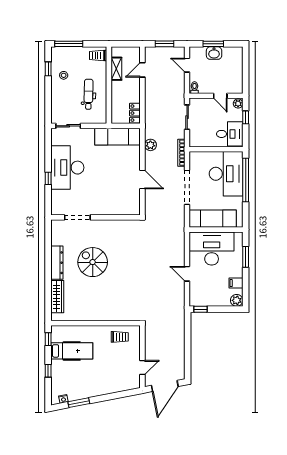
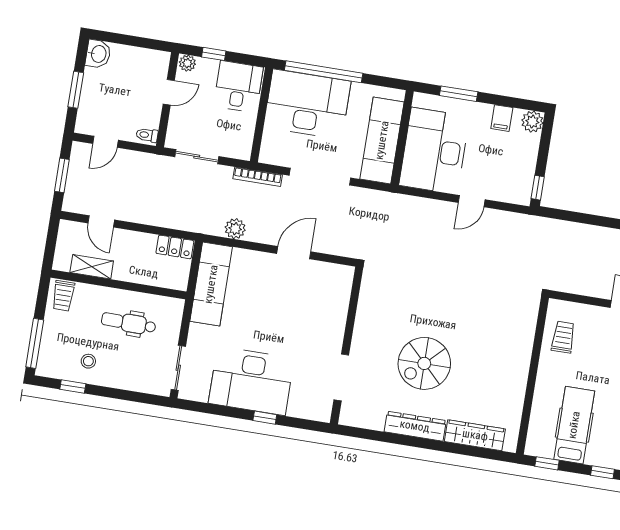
washbasin: (214, 53) -> (98, 54), moved

